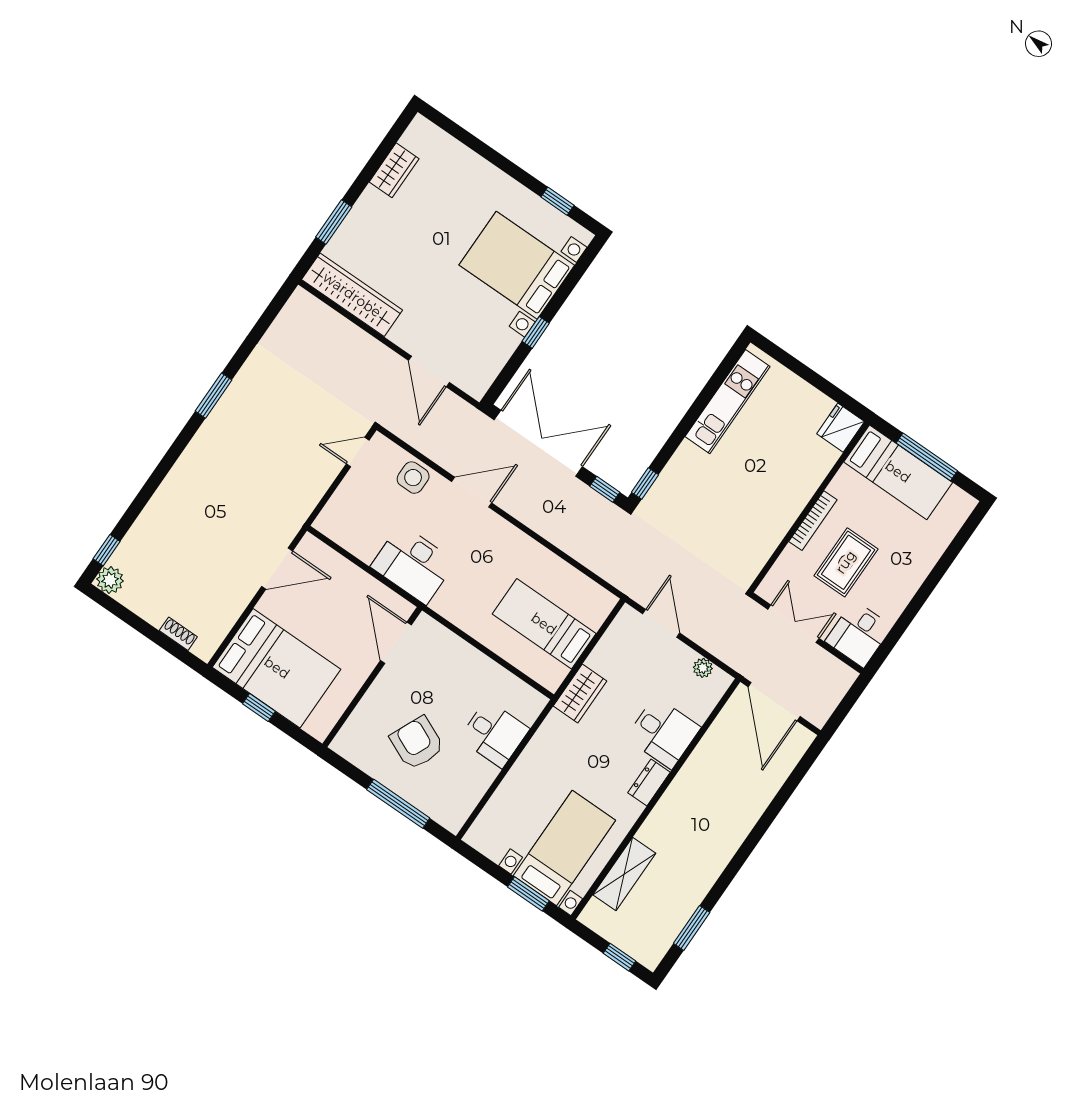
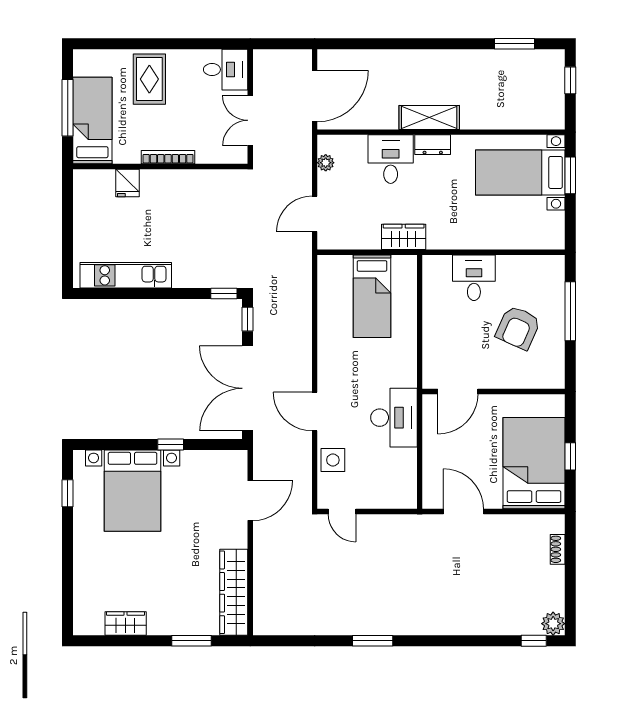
fridge: (841, 428) -> (127, 183), moved, width x0.72
rug: (846, 562) -> (149, 79), moved, turned 90
shelving: (624, 874) -> (429, 118), moved

